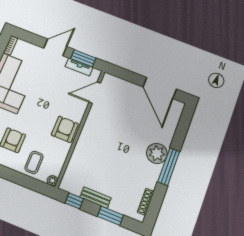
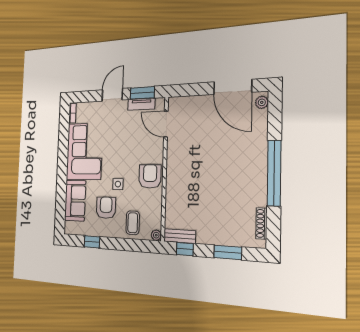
door: (95, 93) -> (166, 124), hinge flipped
side table: (32, 124) -> (118, 184), added
plant: (157, 153) -> (262, 102), moved, width x0.53, depth x0.53
window: (169, 167) -> (274, 173), width x1.46
bench: (96, 198) -> (180, 236), moved

